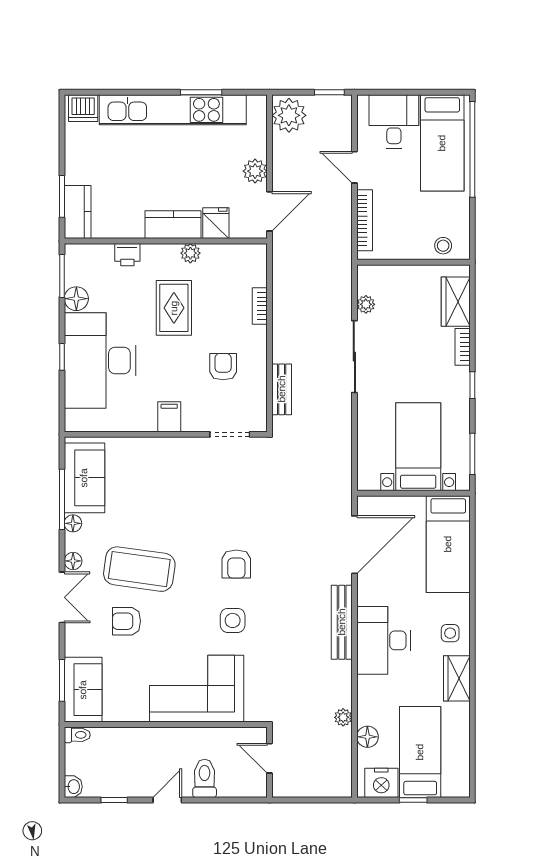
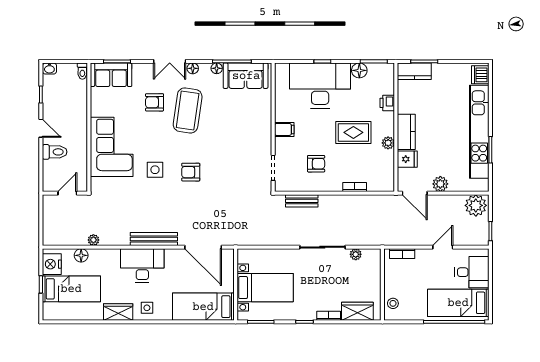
bookcase: (365, 220) -> (402, 254), width x0.64
armchair: (126, 621) -> (155, 102), turned -90

